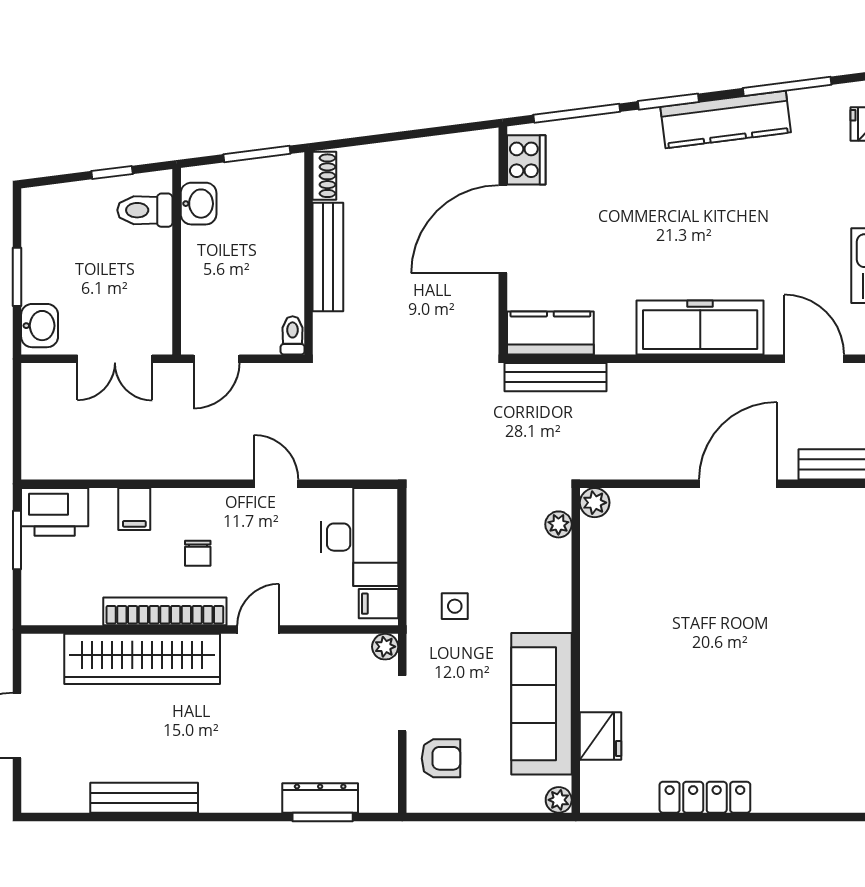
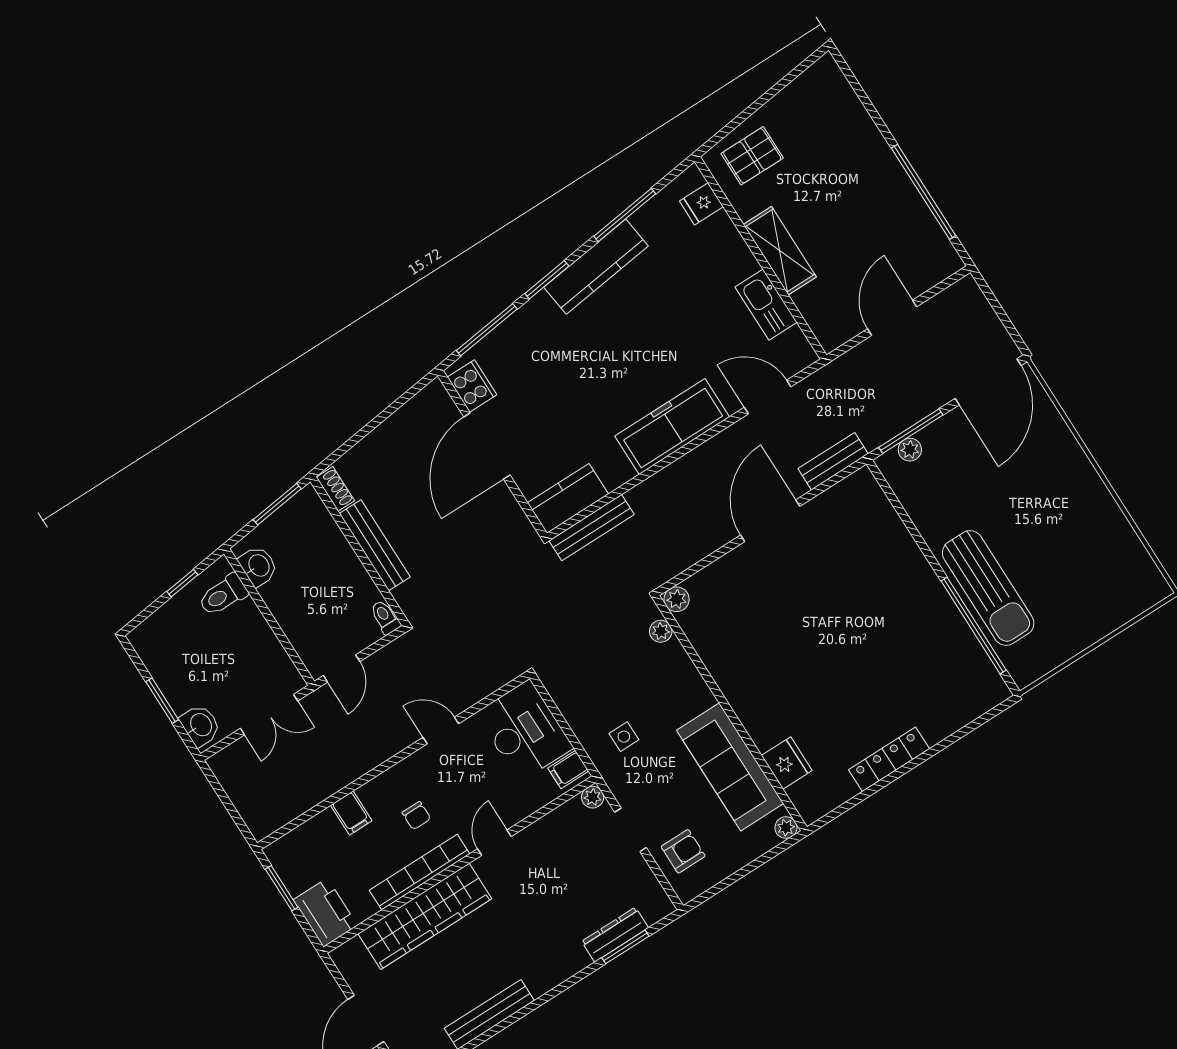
printer: (55, 512) -> (325, 913), moved, turned -90

